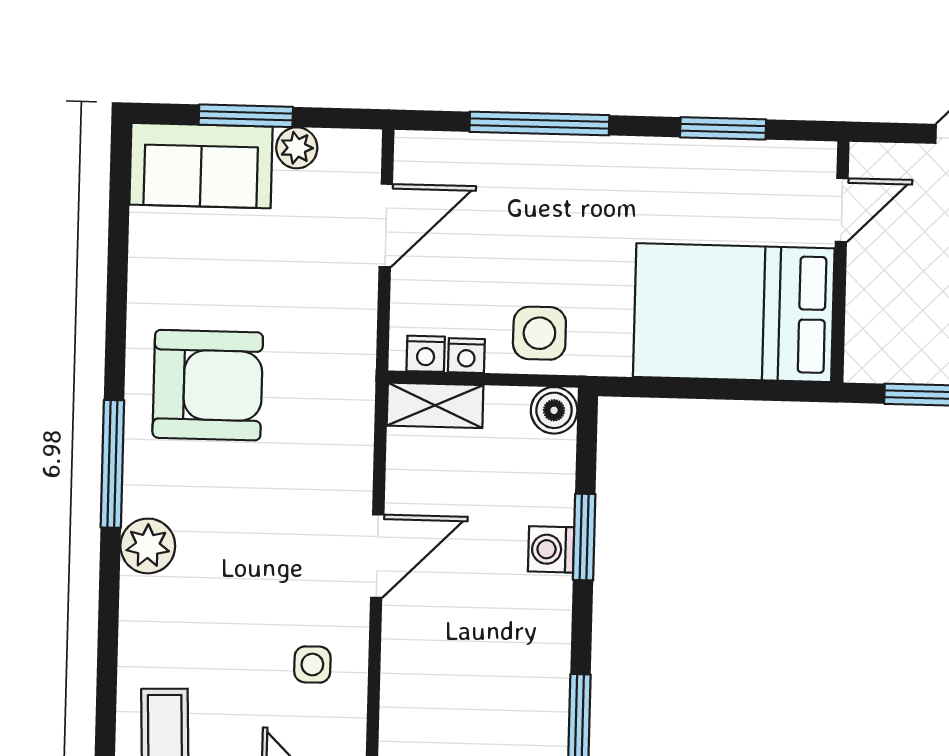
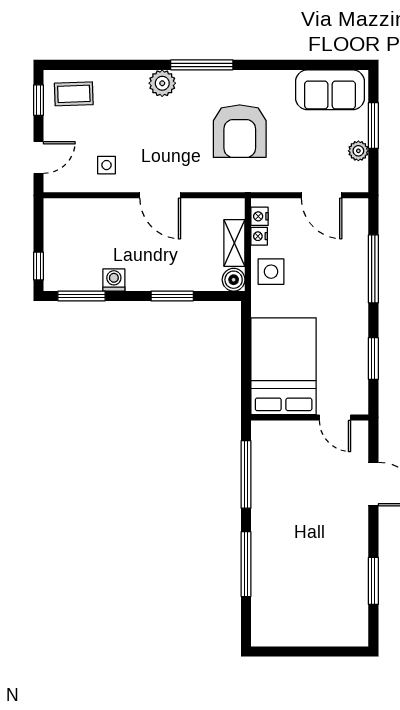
sofa: (201, 166) -> (330, 90), moved, turned -90
armchair: (208, 385) -> (240, 131), moved
shelving: (435, 405) -> (234, 243), moved
washing machine: (551, 549) -> (114, 280), moved

